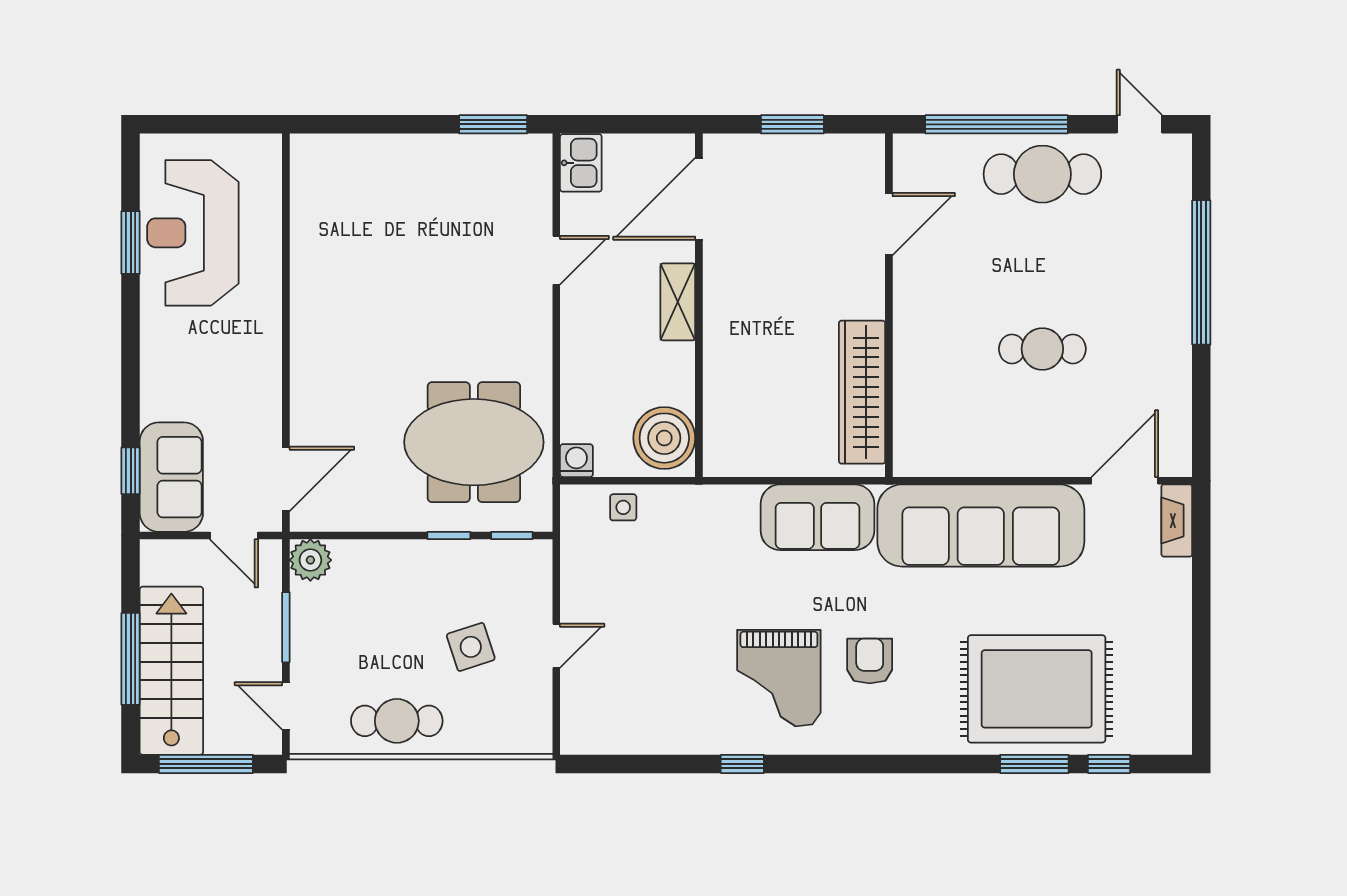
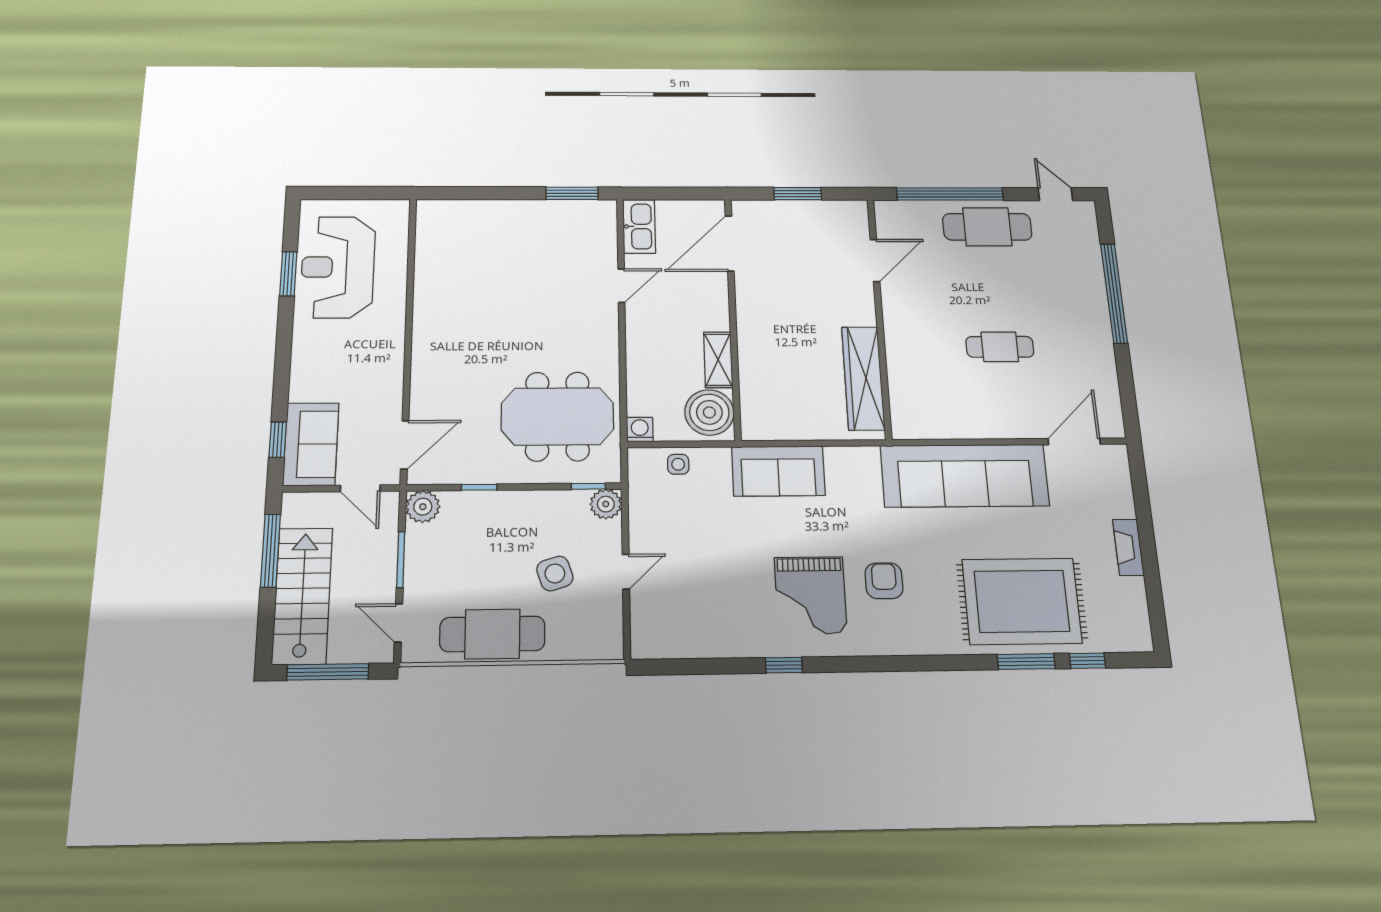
kitchen sink: (581, 163) -> (639, 226), width x1.38
shelving: (678, 302) -> (718, 360), moved
sofa: (817, 517) -> (778, 471), moved
fireplace: (1177, 521) -> (1128, 547), moved
window: (449, 535) -> (479, 487), moved
plant: (533, 559) -> (606, 504), added
window: (131, 659) -> (271, 551), moved
cafe table: (397, 721) -> (492, 634), width x1.37, depth x1.35

